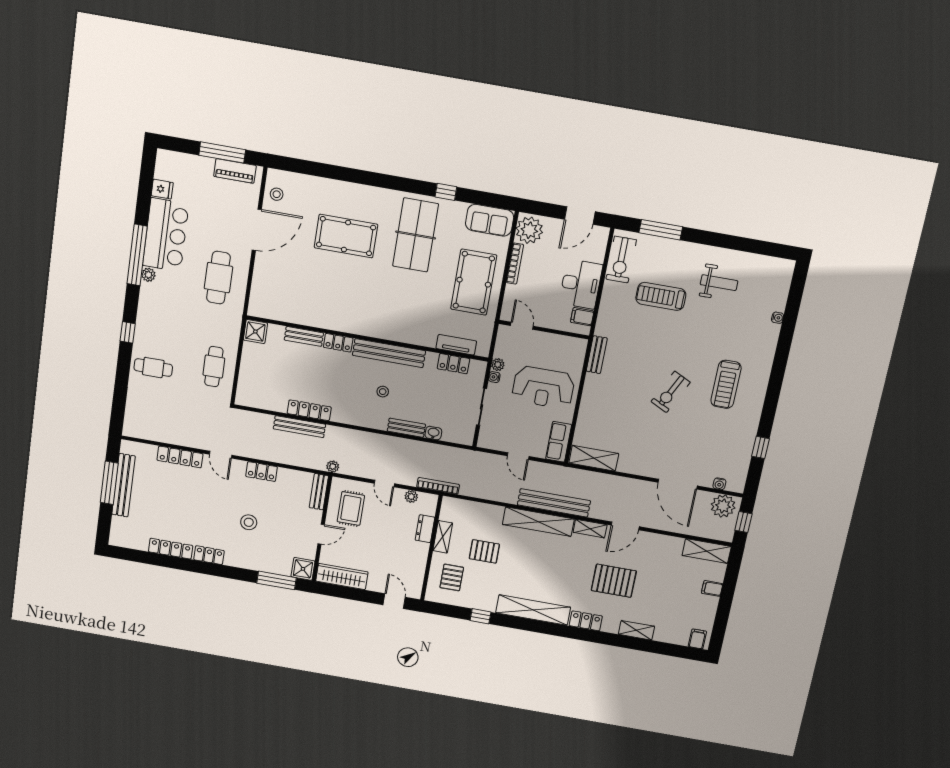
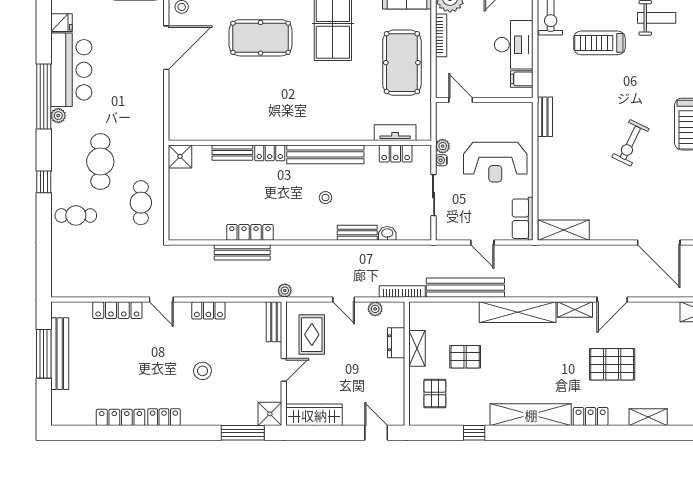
cafe table: (218, 278) -> (100, 162), moved
bench: (554, 503) -> (465, 288), moved

